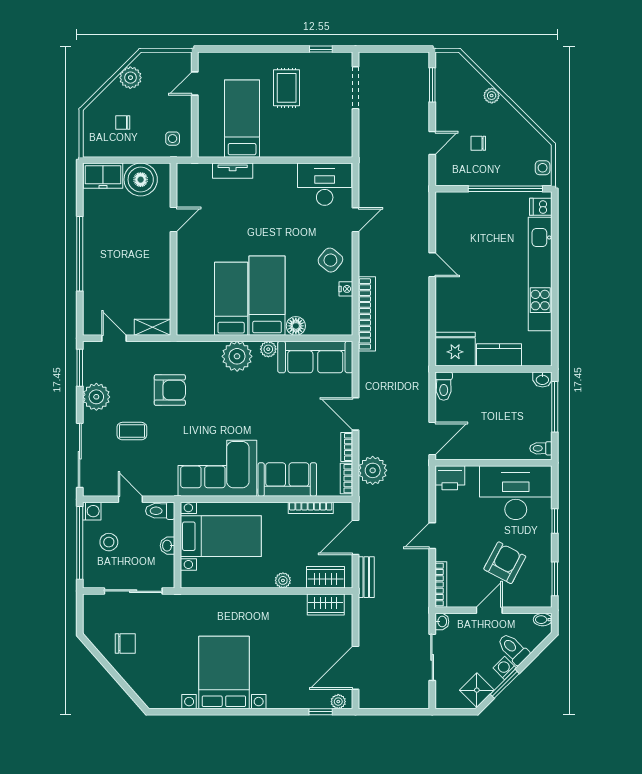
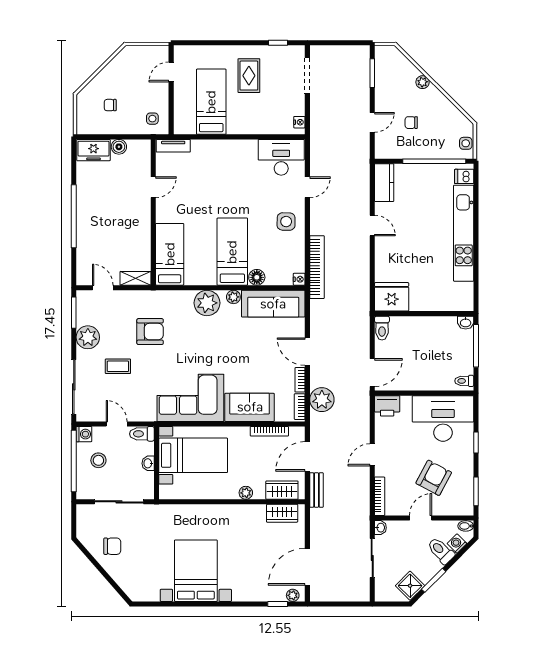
plant: (130, 78) -> (117, 67), removed
nightstand: (346, 143) -> (299, 122), added
tv unit: (233, 171) -> (173, 146), moved
boiler: (141, 180) -> (119, 147), width x0.54, depth x0.54
side table: (330, 260) -> (286, 222), turned -38
nightstand: (346, 289) -> (299, 279), moved
bed: (231, 299) -> (170, 254), moved
kitchen counter: (499, 355) -> (384, 183), moved, turned 90
washing machine: (505, 668) -> (457, 544), moved

